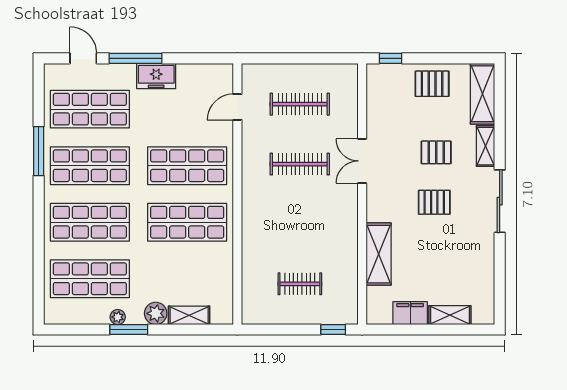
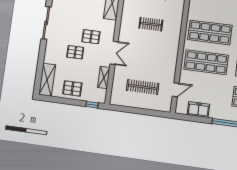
freezer: (156, 76) -> (198, 110), moved
shelving: (486, 146) -> (104, 77), moved
clothes rail: (300, 164) -> (151, 24), moved, width x0.73
pallet: (434, 202) -> (91, 37), moved

